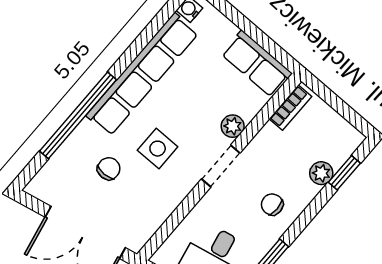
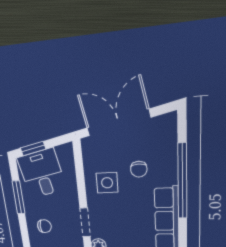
side table: (158, 149) -> (107, 183), moved

